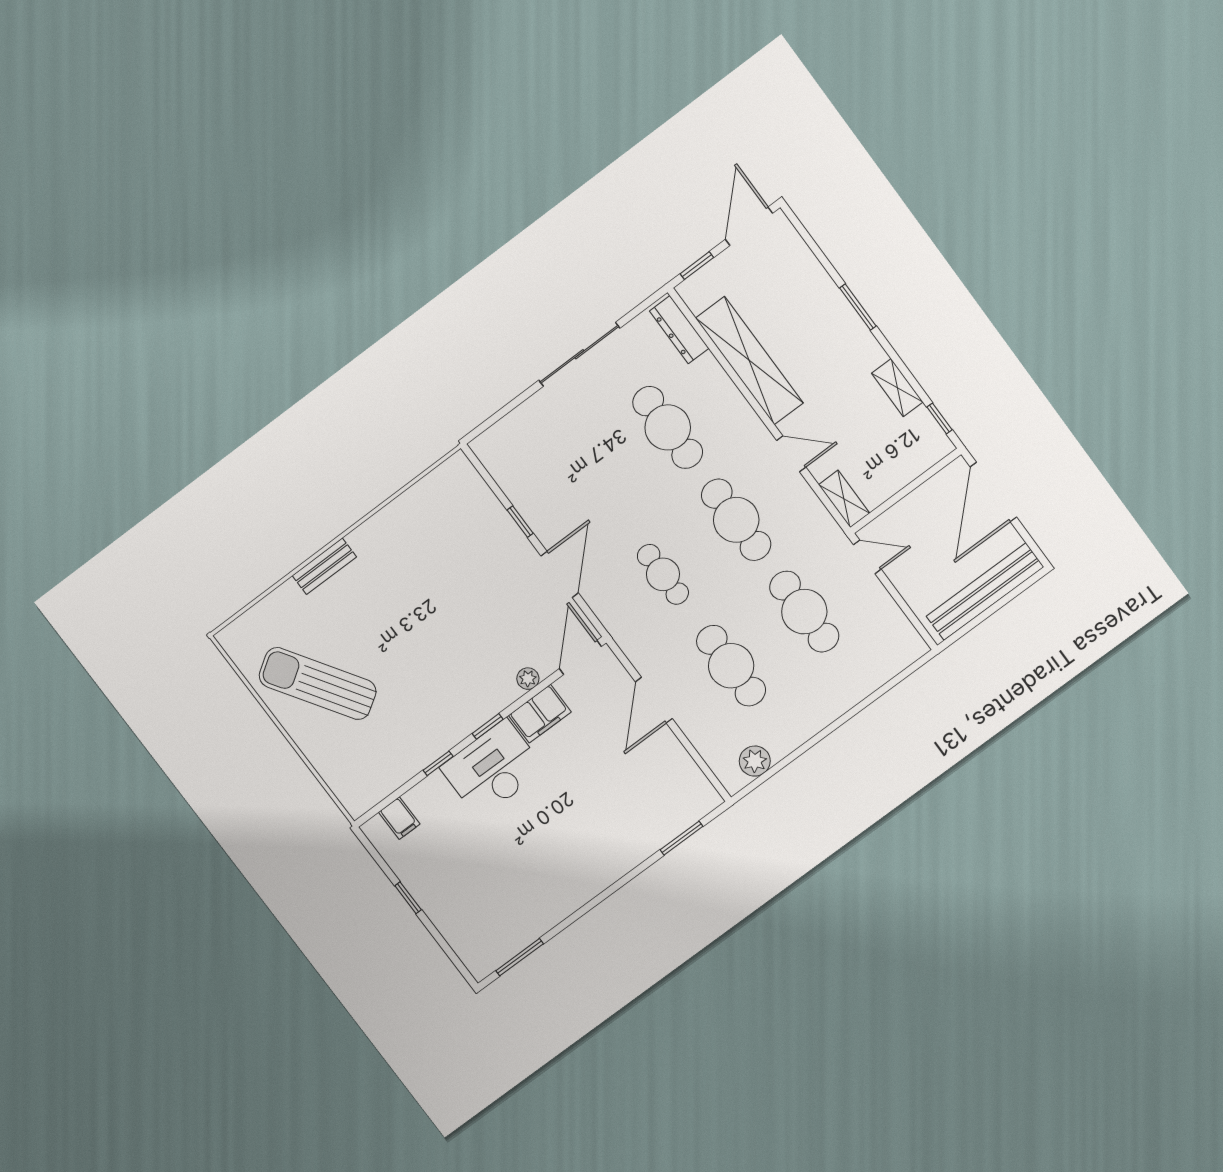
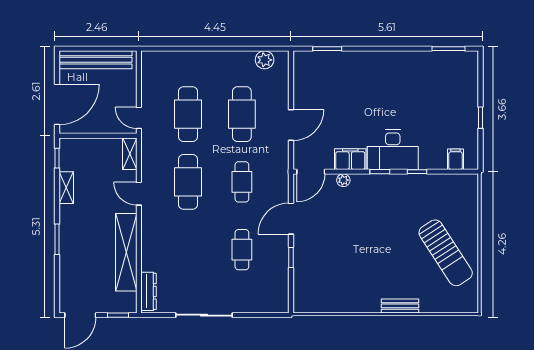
cafe table: (668, 427) -> (242, 250), moved, width x0.73, depth x0.74

